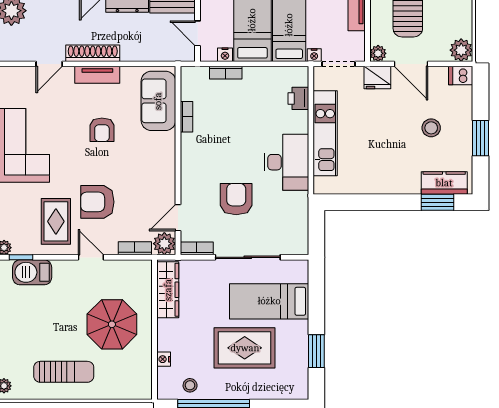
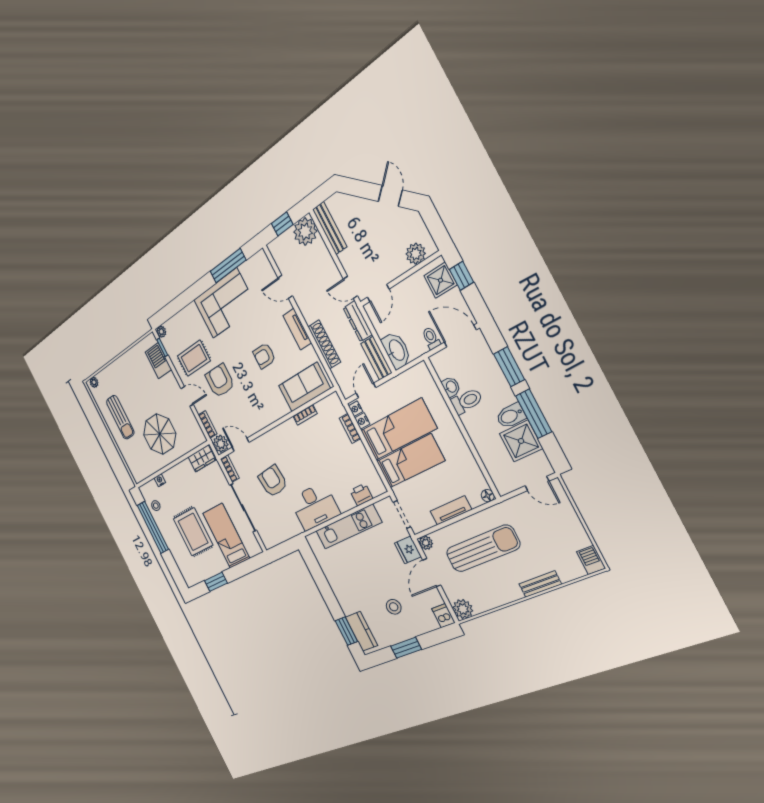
shoe rack: (93, 53) -> (324, 344), moved
nightstand: (314, 55) -> (356, 409), moved
armchair: (236, 199) -> (273, 481), turned -96
door: (91, 257) -> (187, 396), hinge flipped
wardrobe: (168, 290) -> (202, 458), width x0.67

